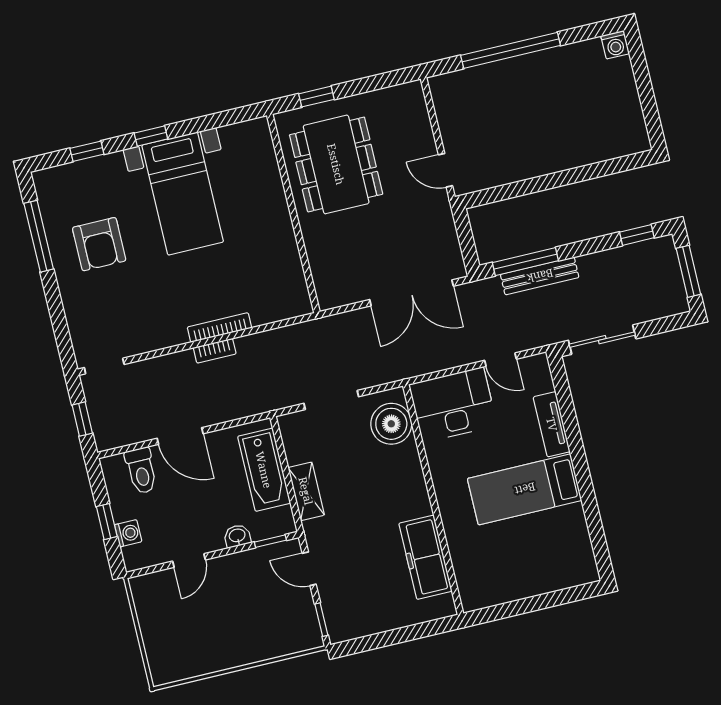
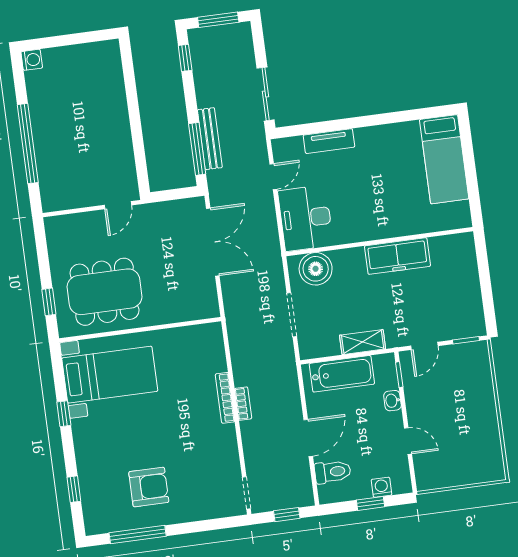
window: (151, 136) -> (64, 414), moved
bed with nightstands: (183, 194) -> (110, 375), moved
bed: (525, 489) -> (444, 159), moved
freezer: (425, 557) -> (397, 256), moved

